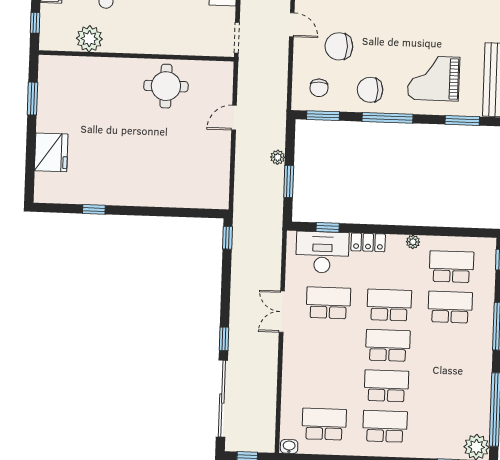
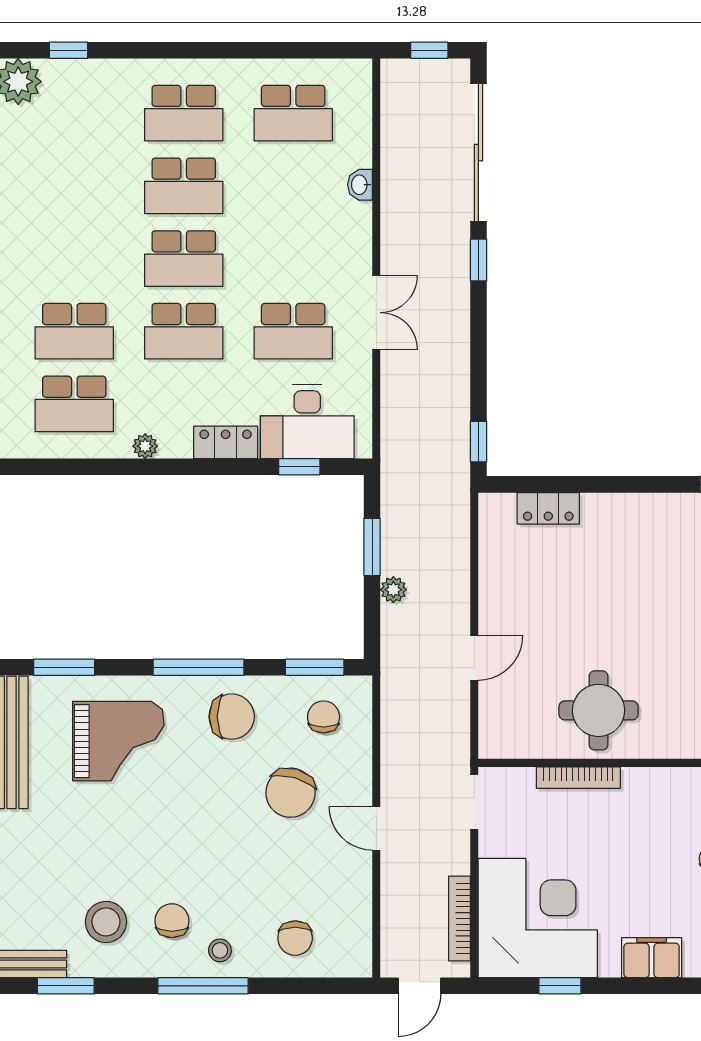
chair: (339, 46) -> (290, 793), turned 106
bookcase: (178, 49) -> (578, 778), added
locker: (190, 199) -> (548, 508), added
washbasin: (289, 446) -> (360, 185), moved, turned 90

